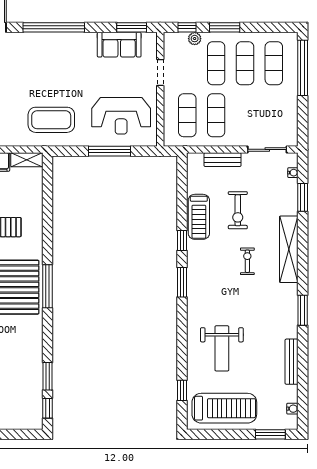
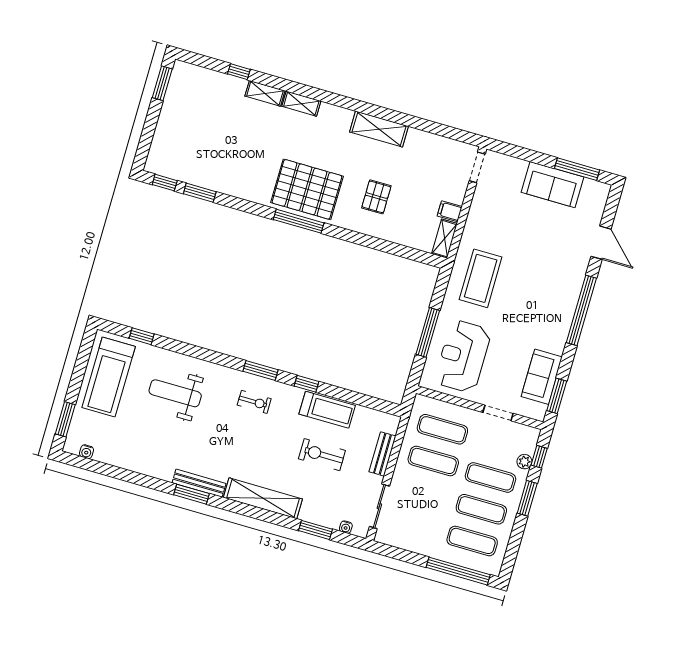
treadmill: (199, 217) -> (327, 410), turned 180
exercise bike: (247, 261) -> (254, 402), moved
bench: (292, 362) -> (199, 483), moved

